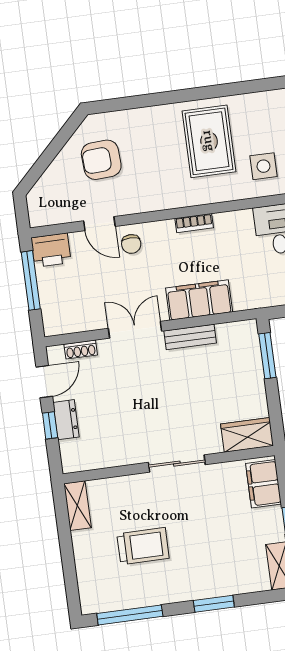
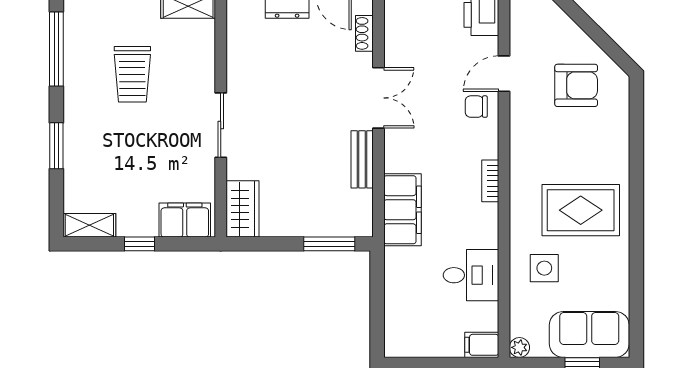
armchair: (101, 160) -> (576, 85), turned 93
filing cabinet: (199, 300) -> (402, 210), moved

